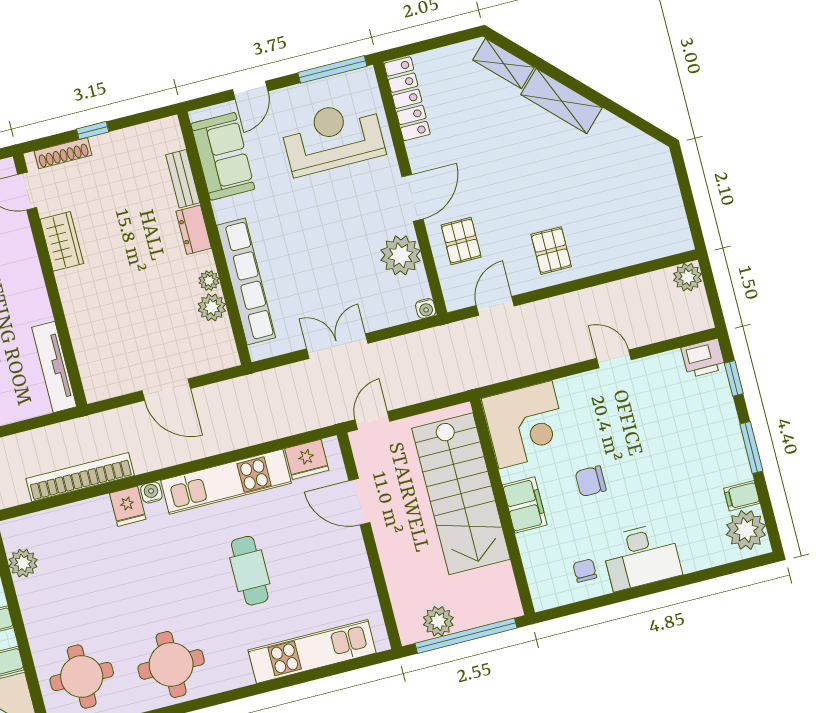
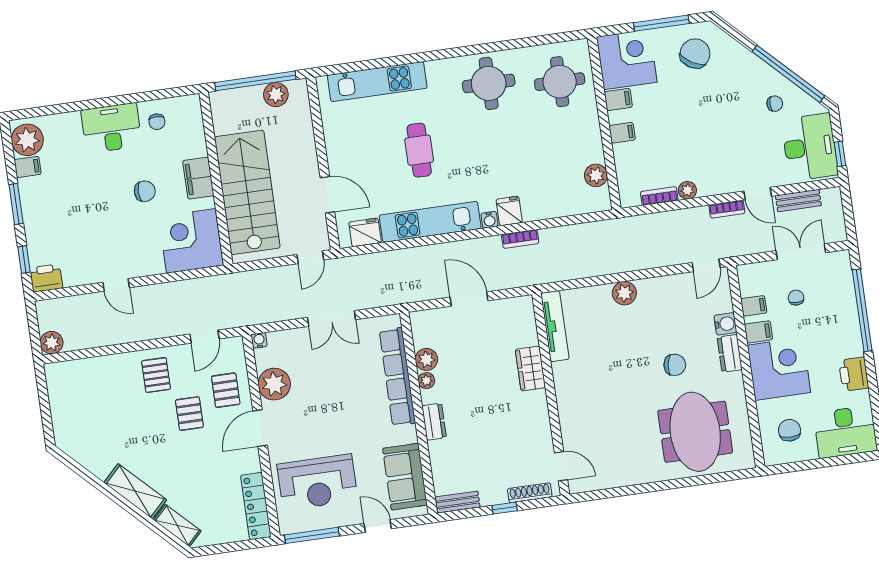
door: (250, 90) -> (378, 526), hinge flipped
bench: (183, 179) -> (457, 502), moved, turned 90
pallet: (504, 206) -> (189, 414), added
wardrobe: (62, 241) -> (530, 368), moved
bookcase: (80, 477) -> (520, 239), width x0.43, depth x0.76

